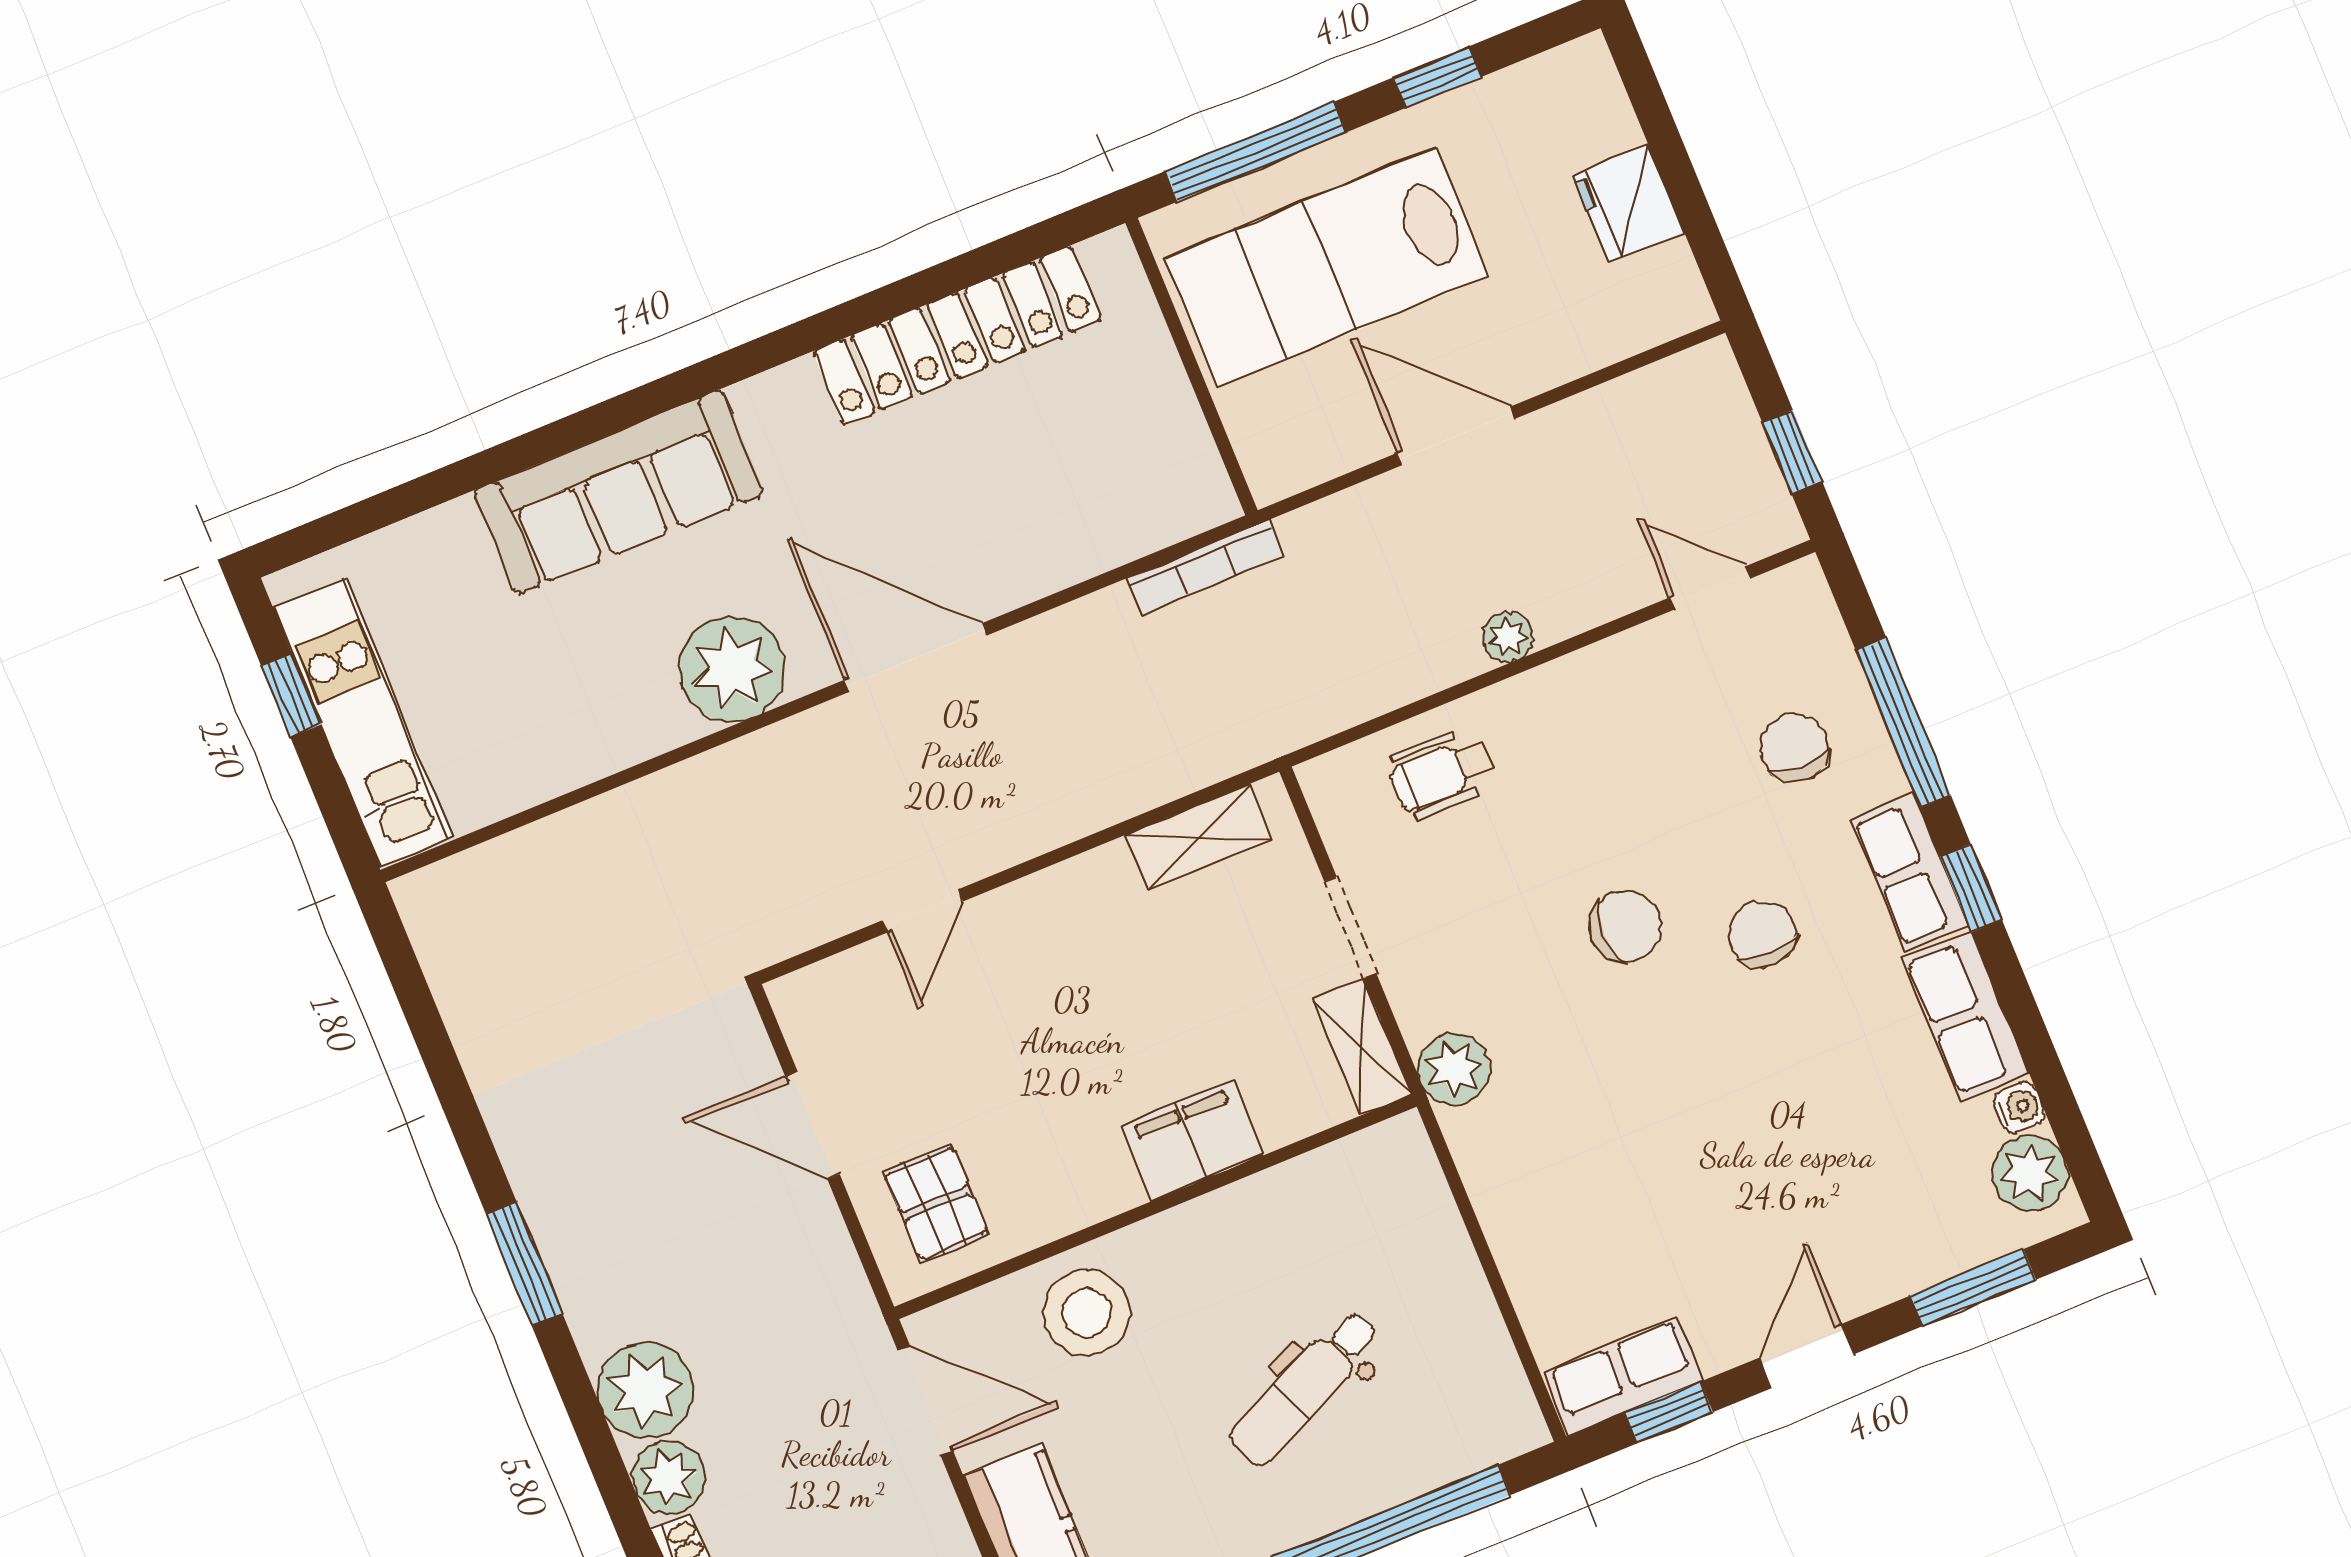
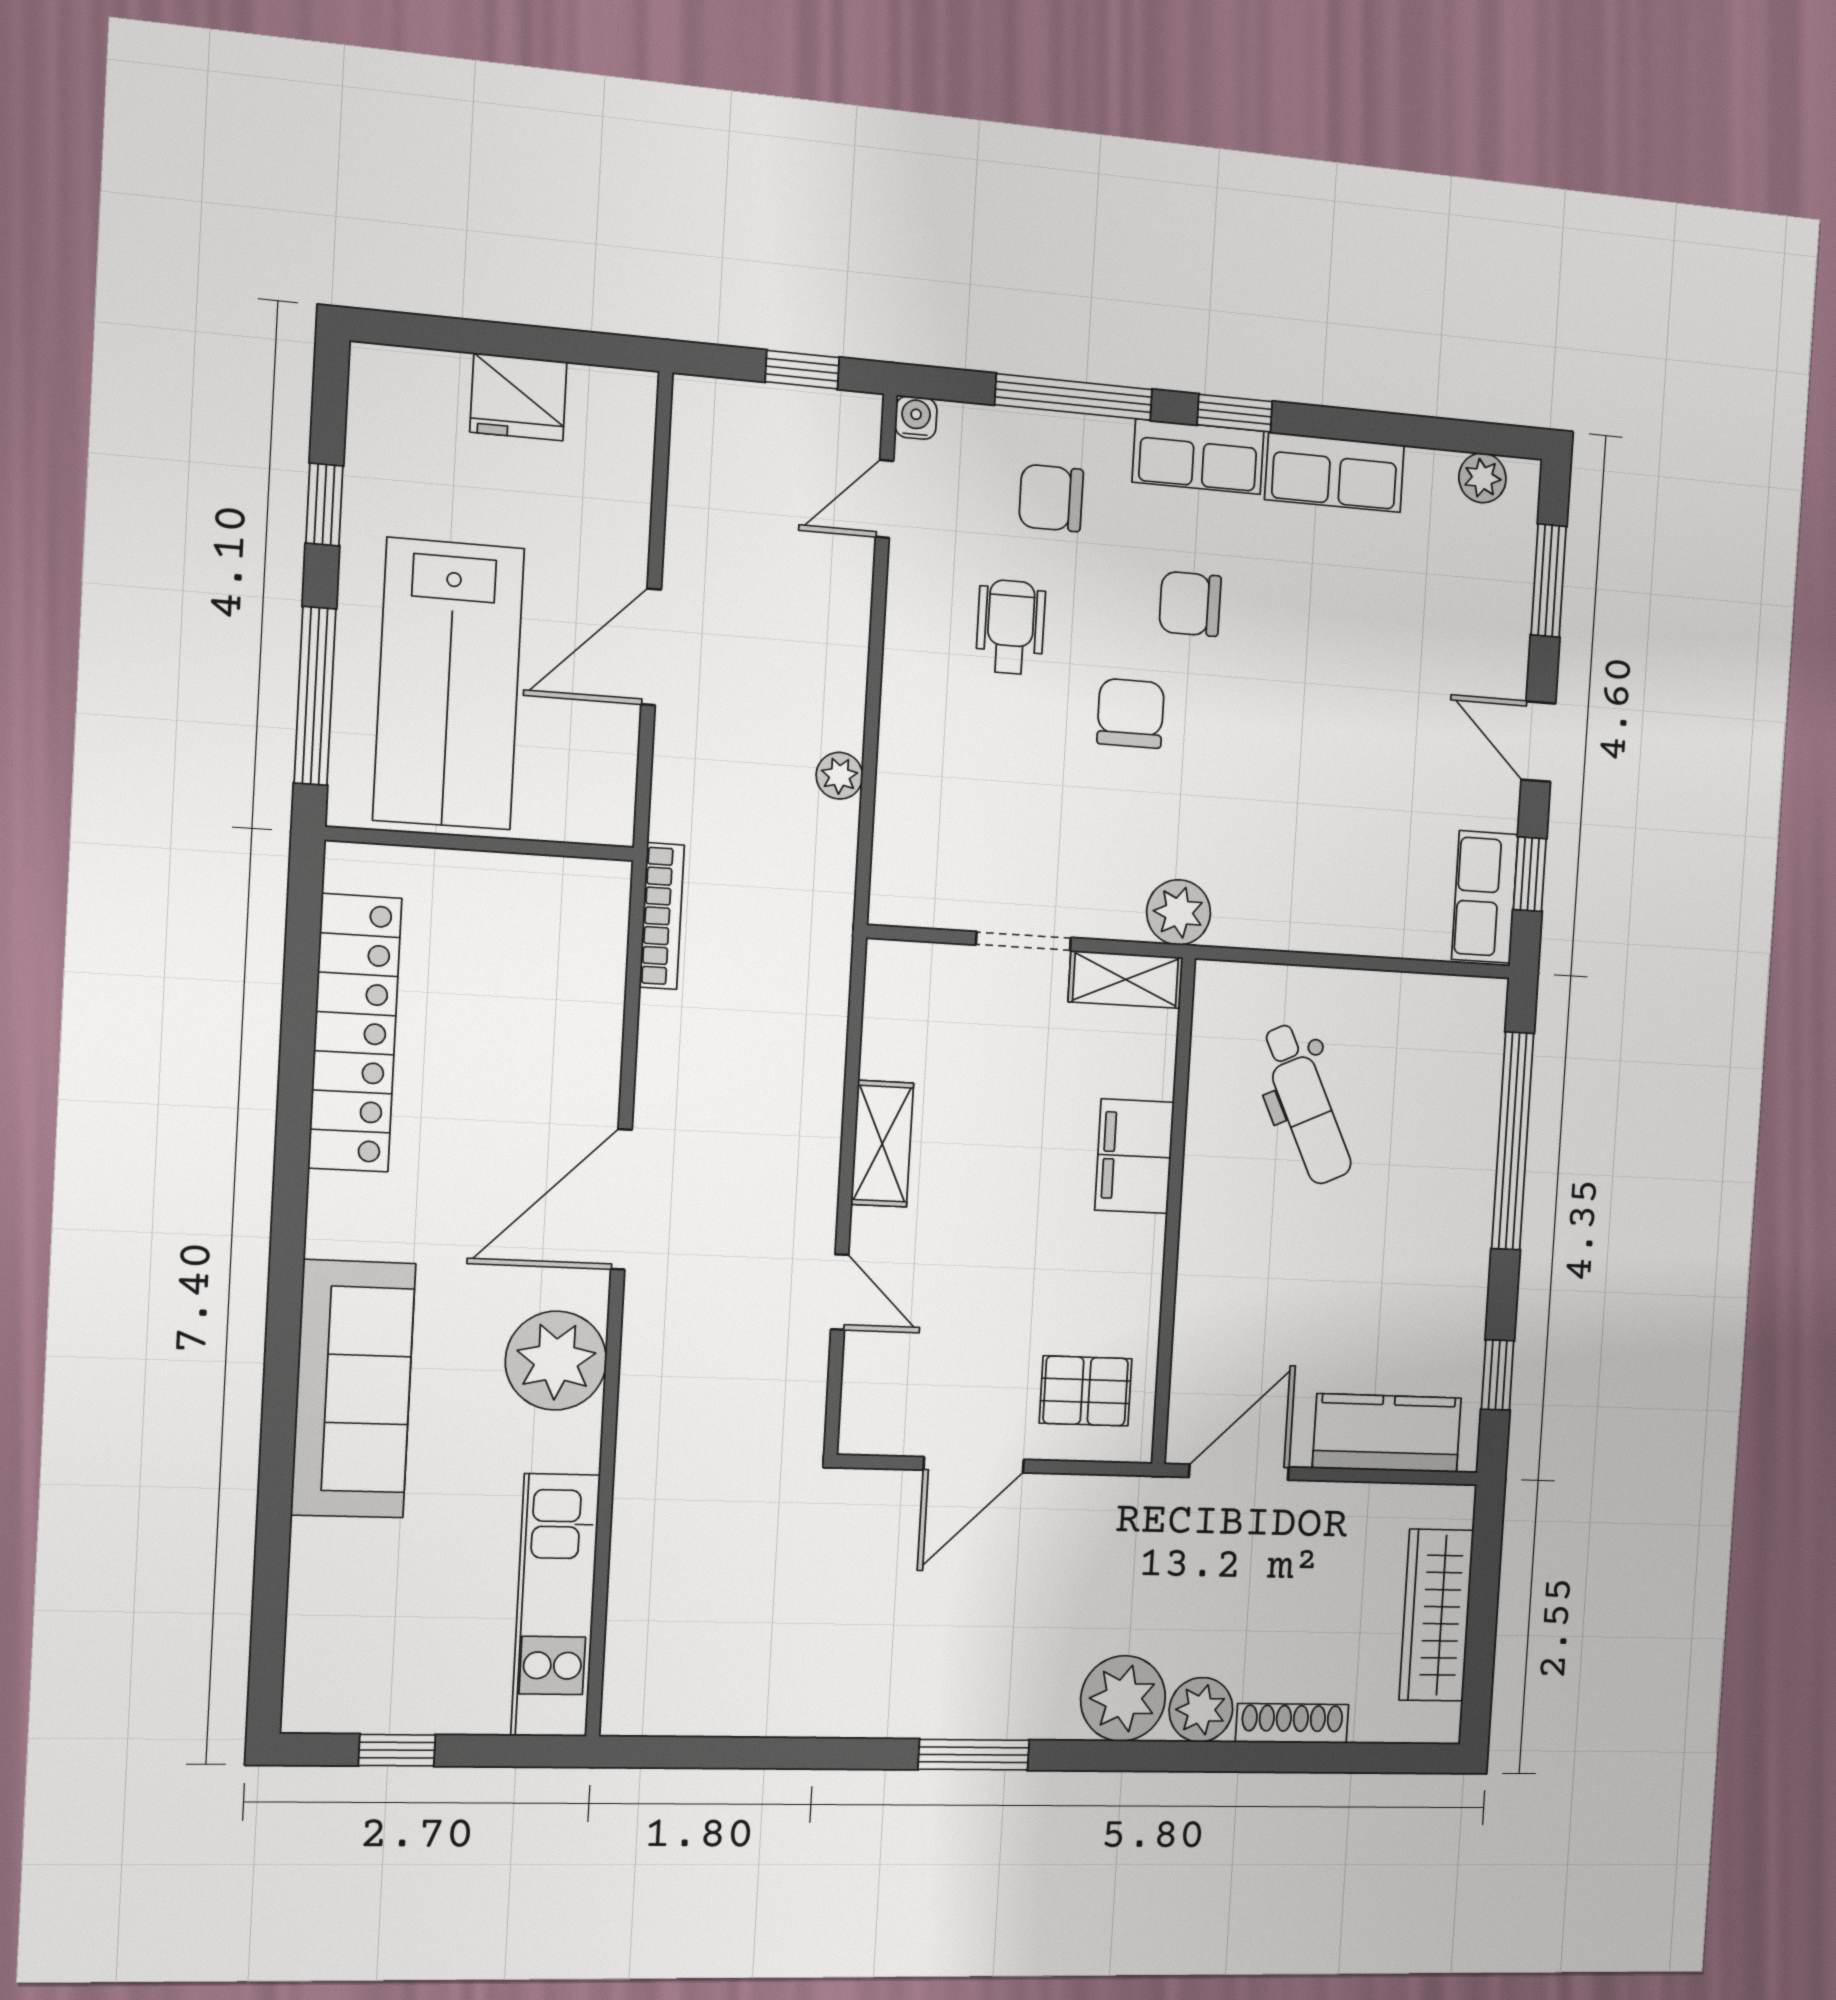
plant: (1508, 637) -> (839, 776), moved
kitchen unit: (363, 722) -> (556, 1605), moved, turned -90
wheelchair: (1442, 773) -> (1011, 627), moved, turned 180
shelving: (1199, 837) -> (882, 1144), moved
water cooler: (2019, 1107) -> (916, 418), moved
plant: (2030, 1173) -> (1482, 478), width x0.73, depth x0.73
stool: (1087, 1313) -> (1231, 1308), removed
dental chair: (1305, 1388) -> (1306, 1104), moved

